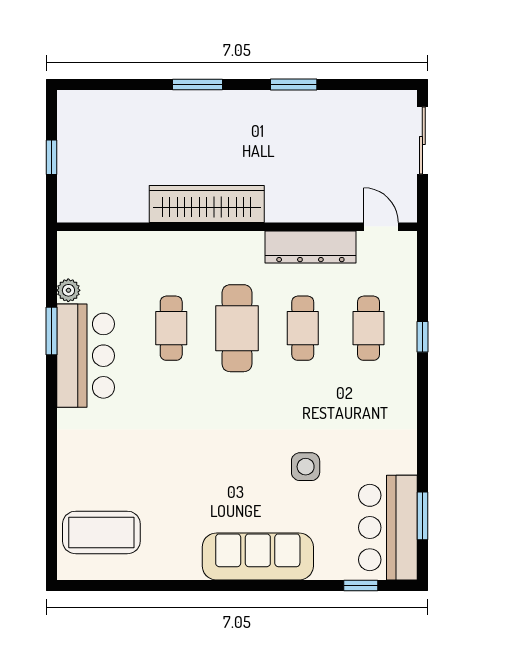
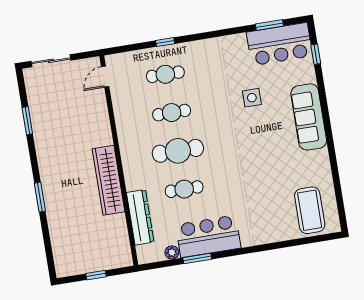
window: (294, 85) -> (27, 121), moved
dresser: (310, 247) -> (140, 217), moved

